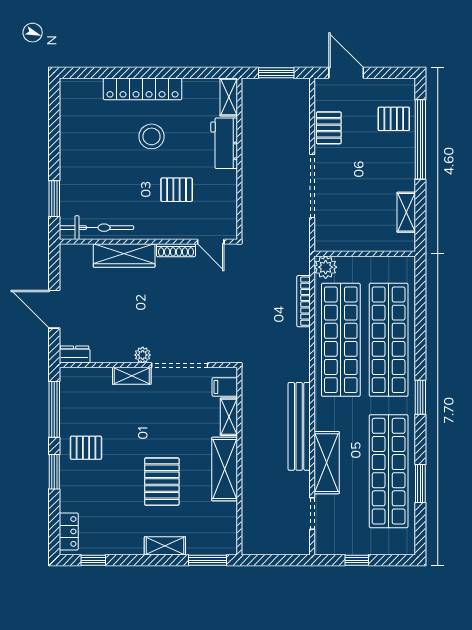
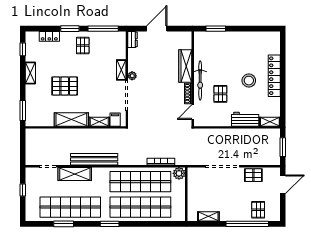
bicycle: (97, 228) -> (200, 80), moved
locker: (69, 531) -> (49, 36), moved
shelving: (165, 546) -> (30, 73), moved

